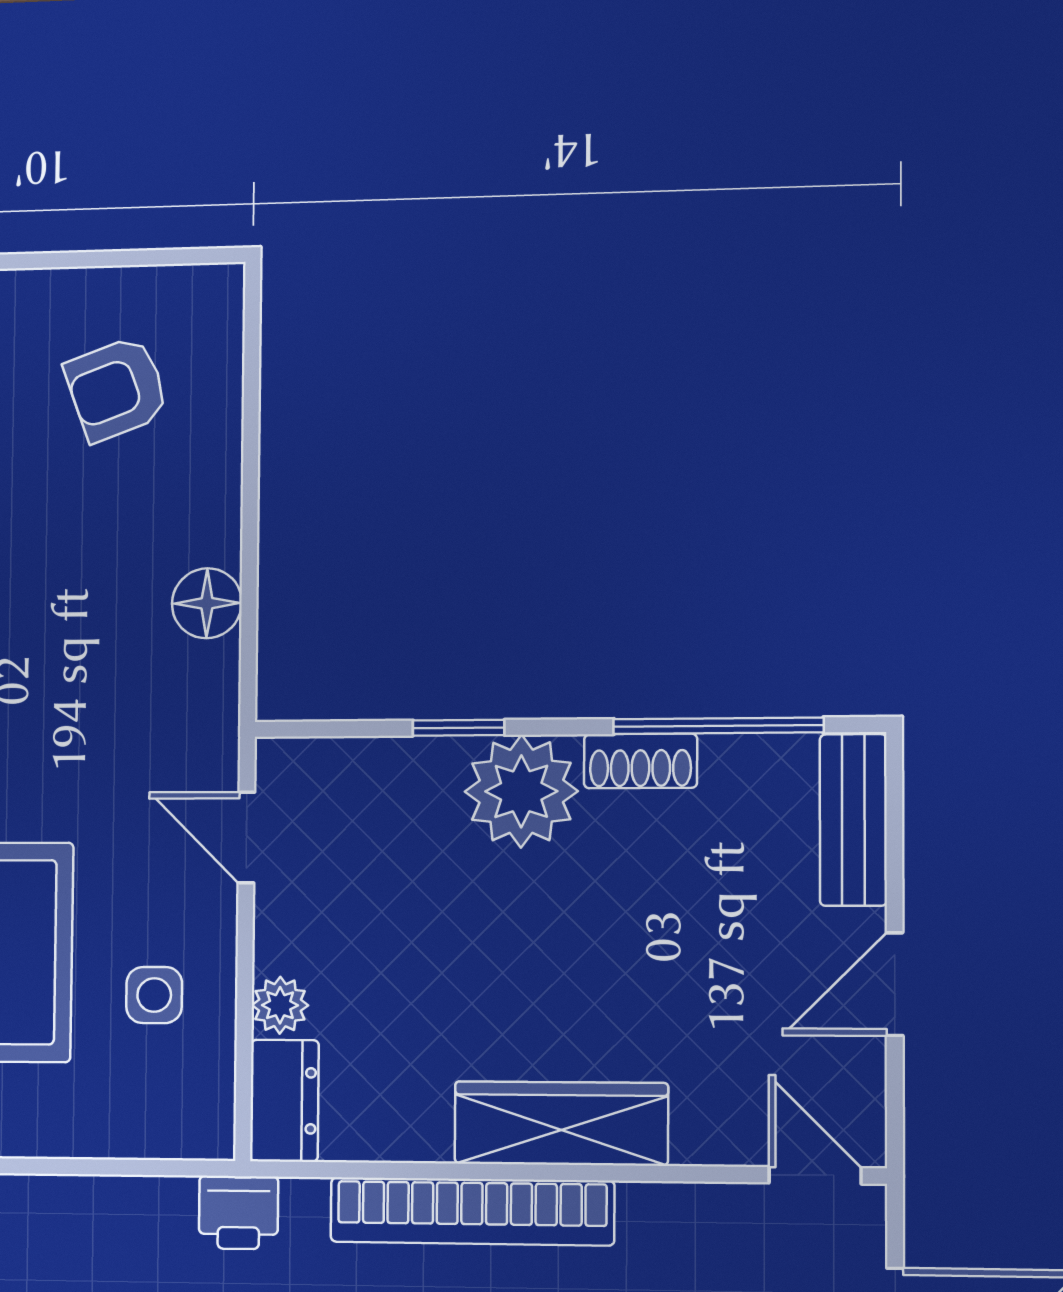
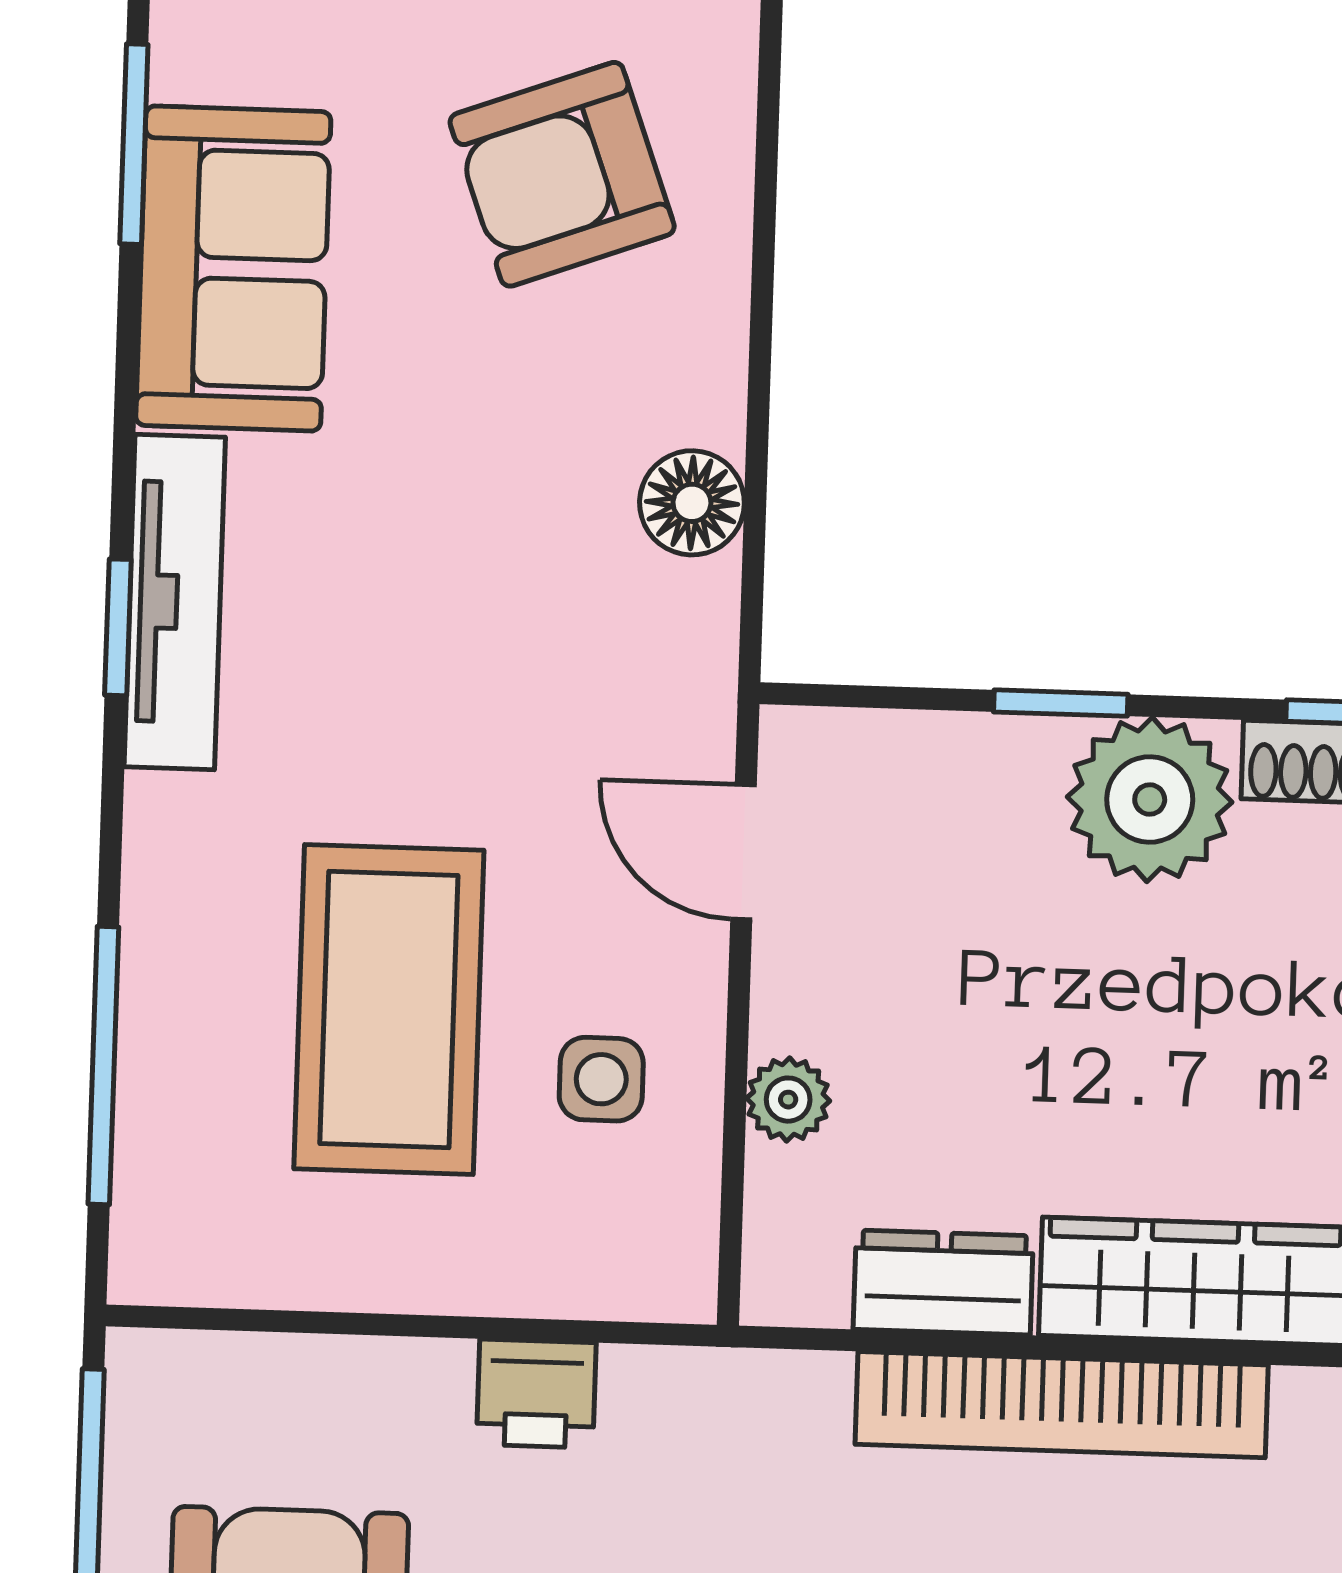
armchair: (117, 389) -> (562, 174), width x1.38, depth x1.38
dresser: (284, 1101) -> (943, 1283), moved, turned -90
printer: (239, 1213) -> (536, 1394), moved

